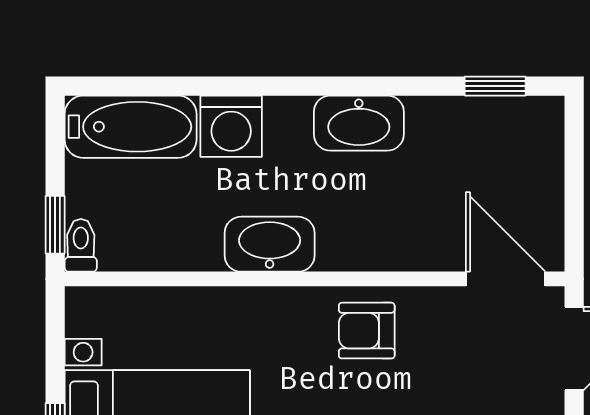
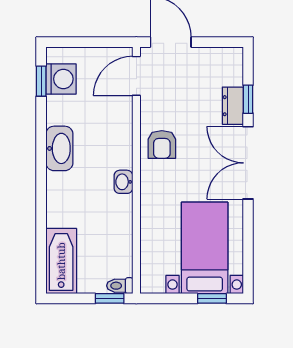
washing machine: (231, 126) -> (61, 79), moved
washbasin: (270, 244) -> (123, 182), width x0.52, depth x0.69

